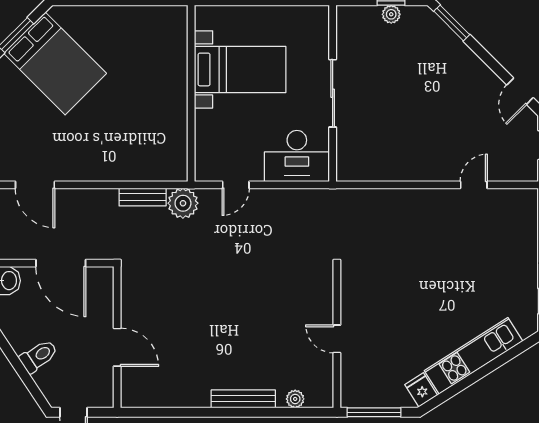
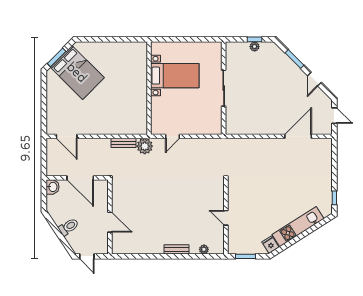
window: (452, 23) -> (294, 59), moved
door: (520, 91) -> (314, 79), moved
desk: (297, 156) -> (205, 121), removed
door: (474, 185) -> (298, 136), width x1.88
bench: (243, 399) -> (177, 249), width x0.73
window: (374, 412) -> (245, 256), width x0.69

